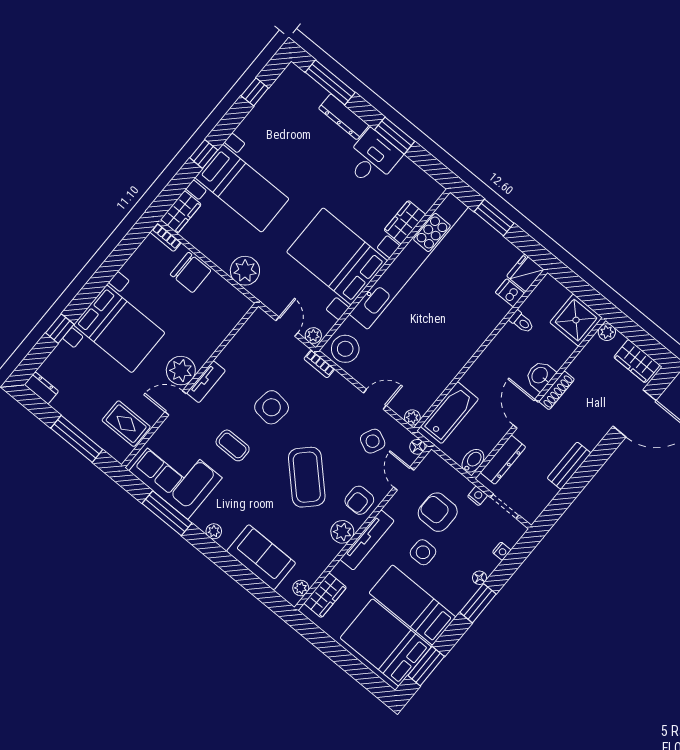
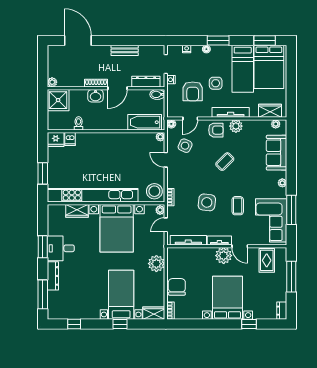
tv unit: (241, 340) -> (188, 240), added
wardrobe: (637, 361) -> (54, 58), removed
coffee table: (307, 477) -> (225, 162), width x0.54, depth x0.58

